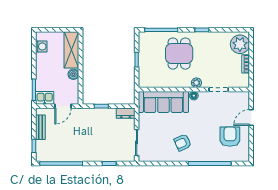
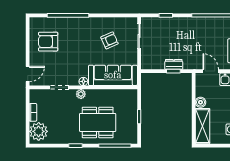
dining table: (179, 54) -> (98, 122), width x1.37
door: (63, 106) -> (211, 71), hinge flipped
dresser: (126, 113) -> (174, 64), moved
door: (251, 117) -> (28, 74), moved
armchair: (230, 137) -> (48, 42), turned 90
armchair: (183, 143) -> (109, 40), moved

